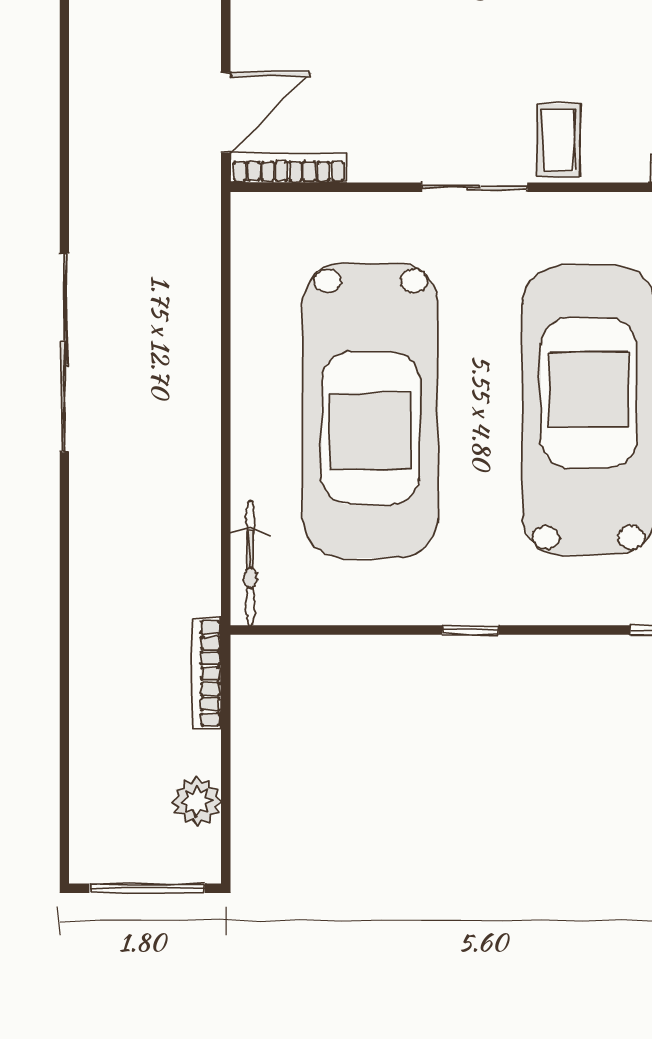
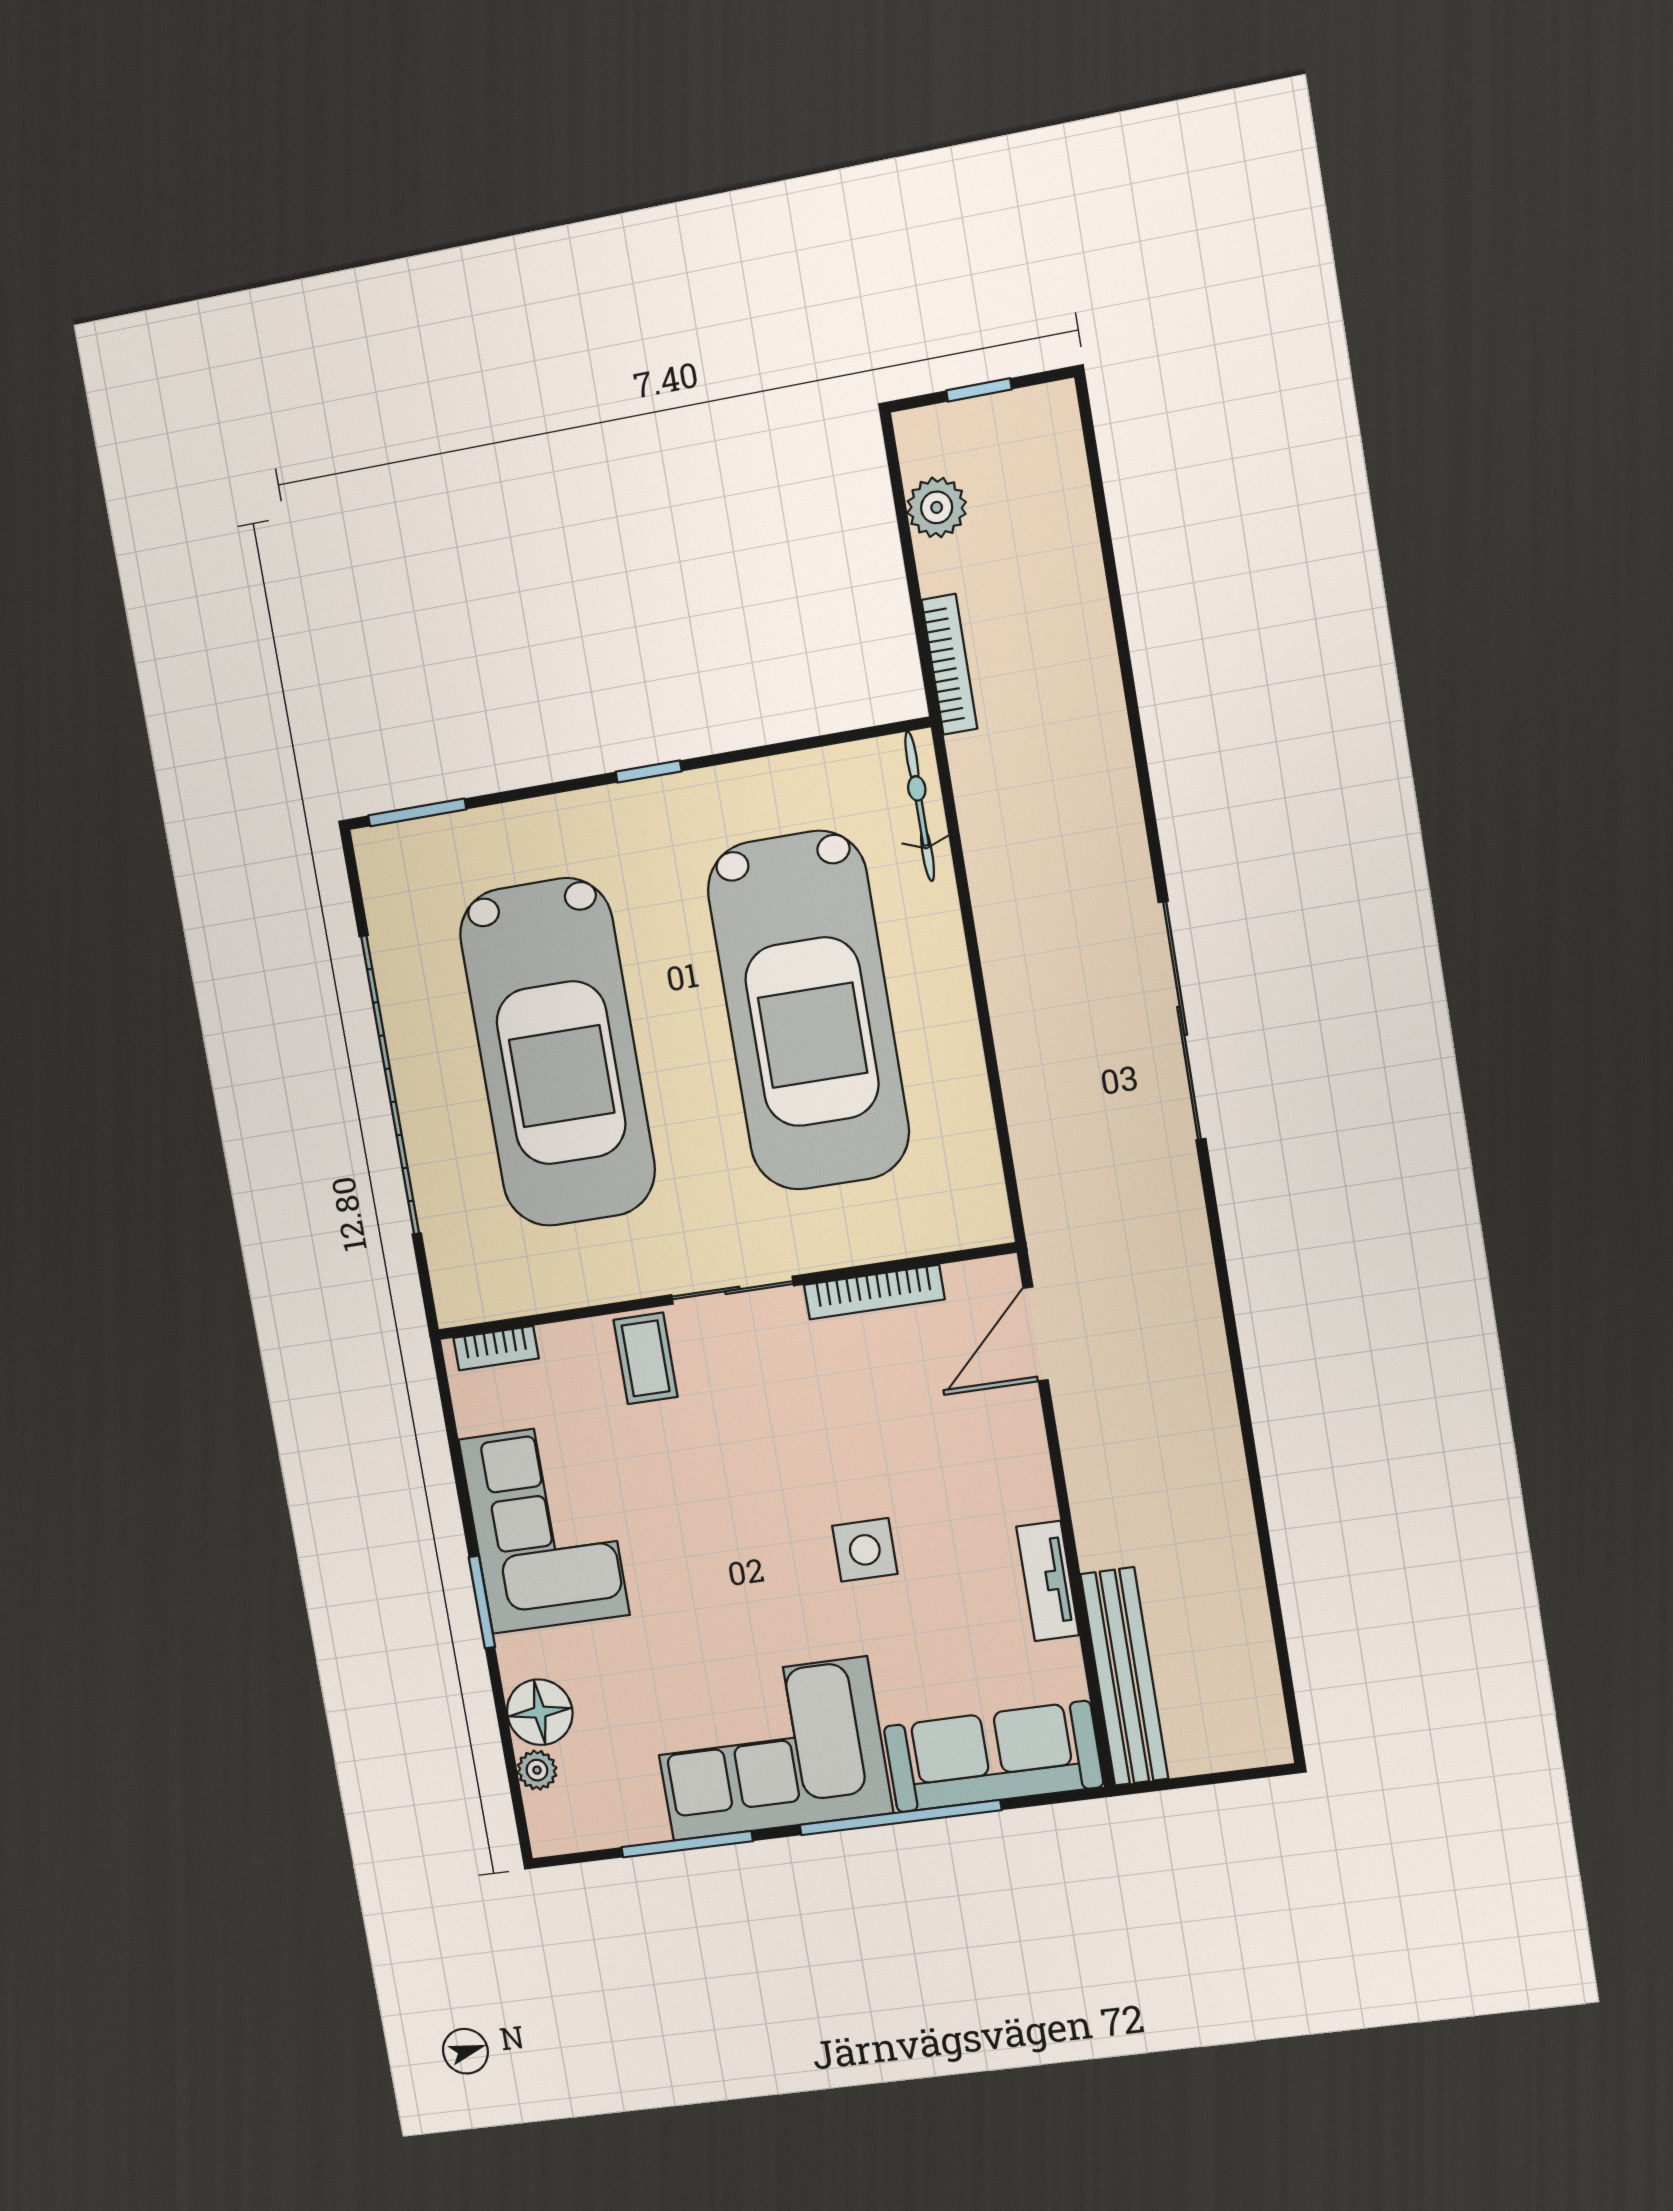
bookcase: (289, 168) -> (874, 1292), moved
car: (371, 410) -> (808, 1011), turned 180
window: (147, 888) -> (979, 390), width x0.46

